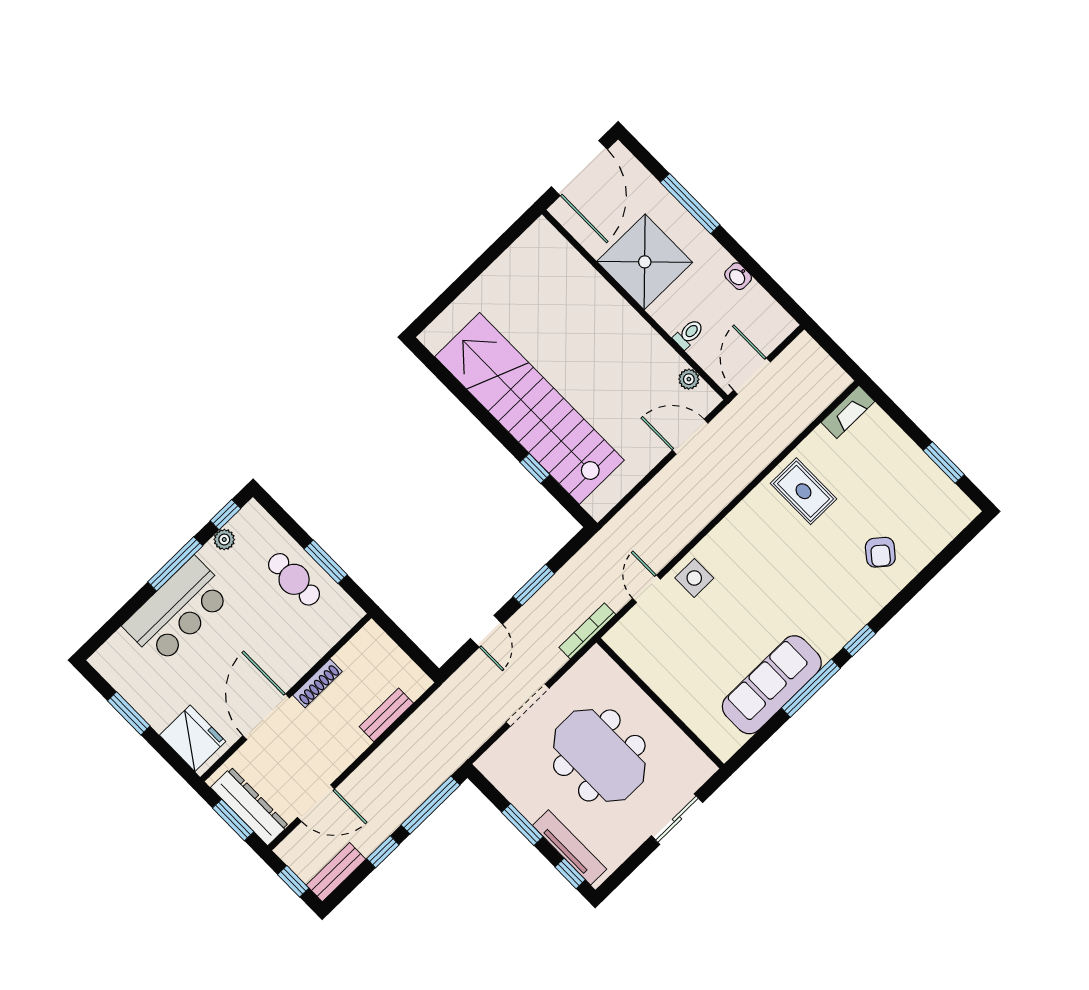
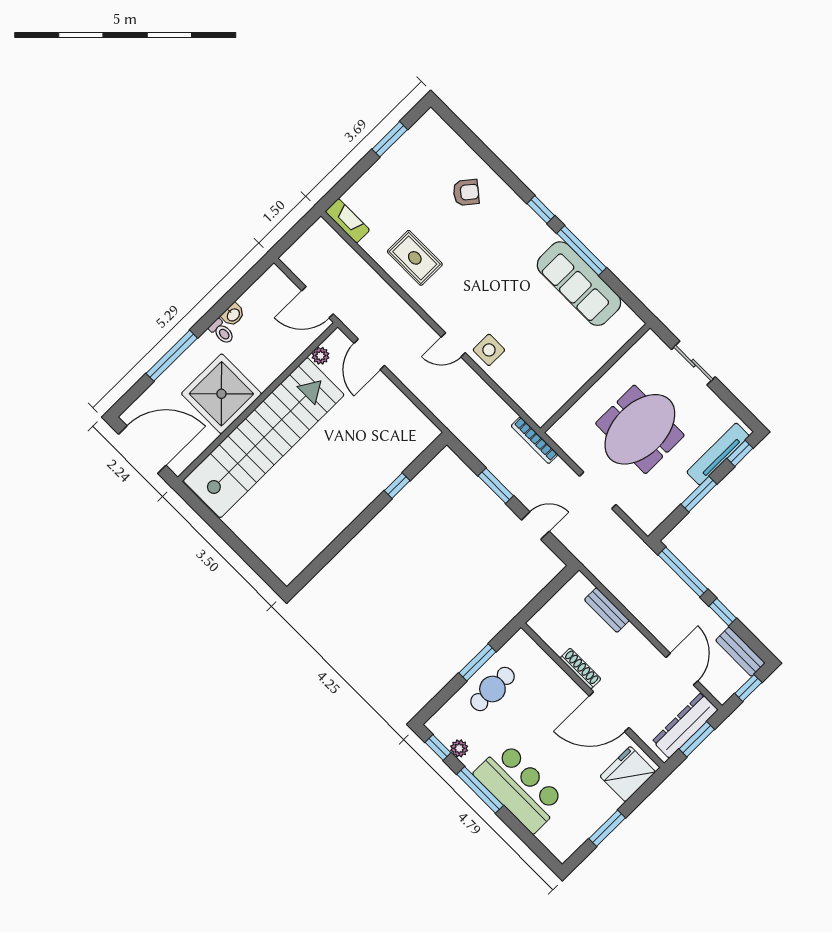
toilet: (689, 334) -> (222, 332), moved, turned 180
stairs: (529, 408) -> (264, 438), moved, turned 180
rug: (803, 491) -> (415, 258), turned 90
door: (647, 589) -> (453, 345), moved

